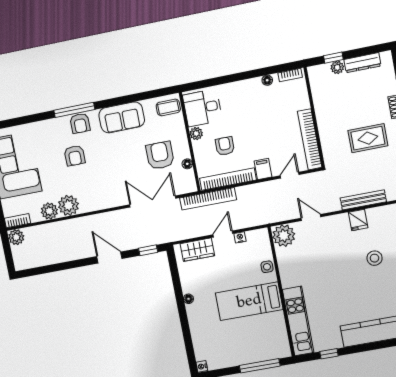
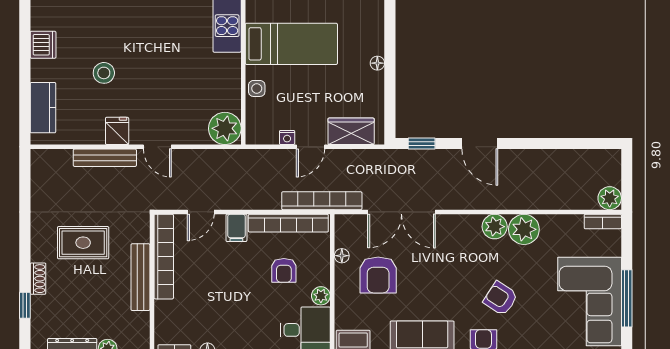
bench: (323, 122) -> (140, 277), added
armchair: (75, 156) -> (501, 298), turned -57
plant: (49, 211) -> (495, 227), moved
door: (311, 218) -> (157, 147), moved

